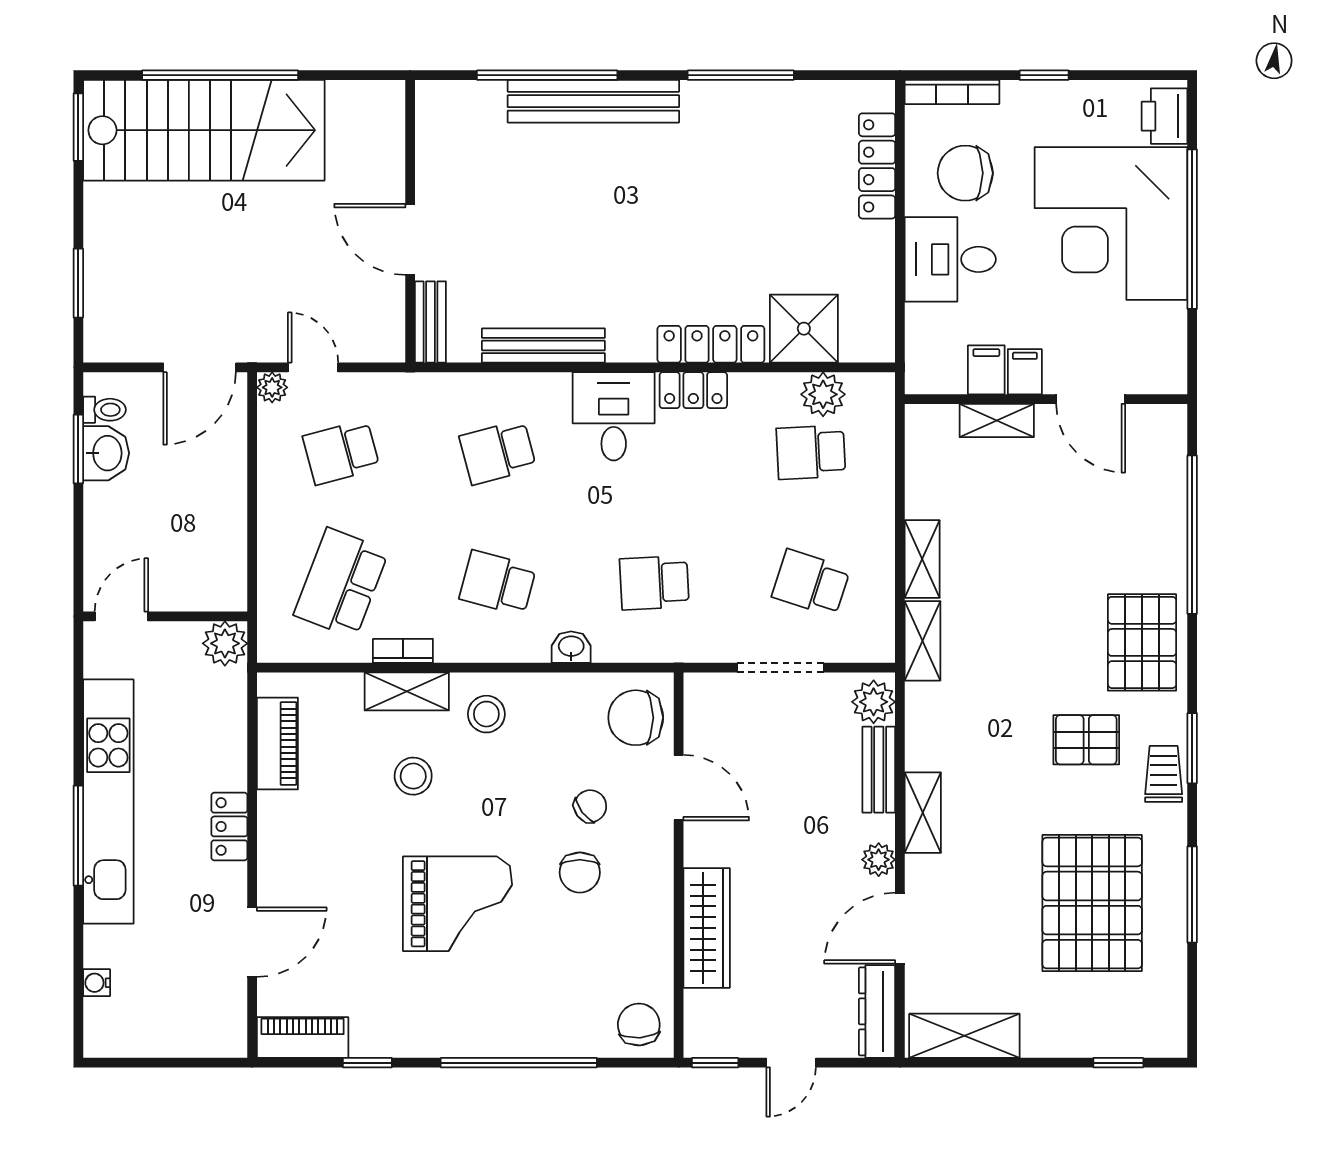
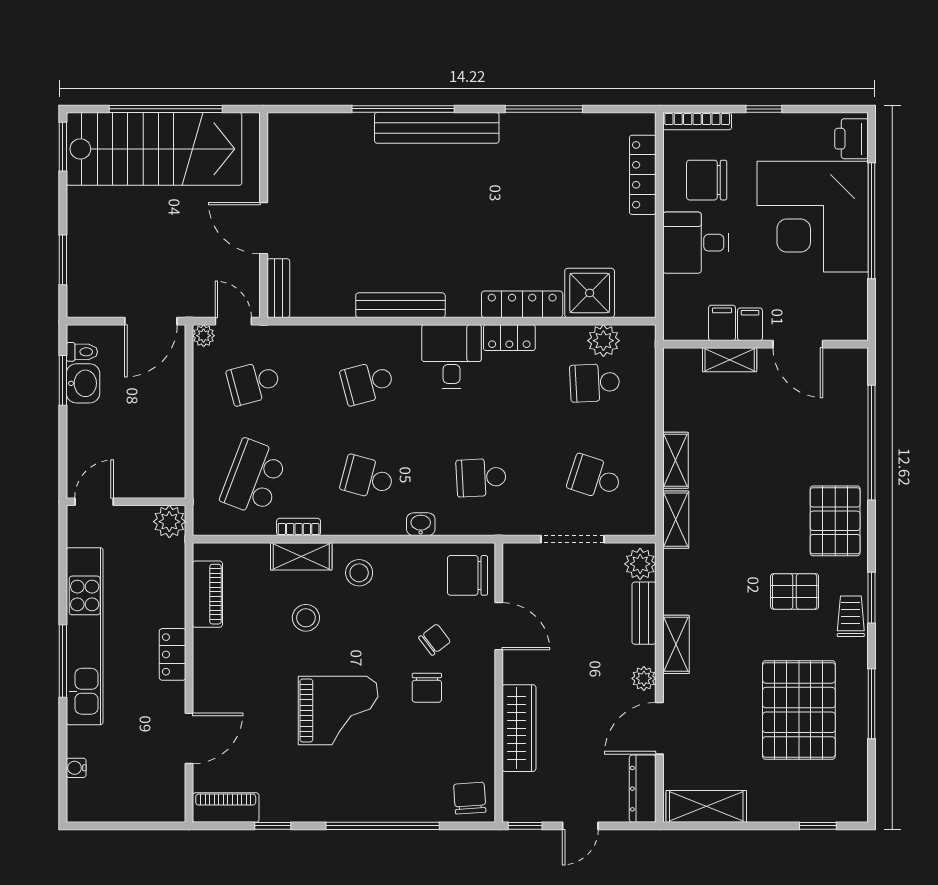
wall: (410, 221) -> (264, 215), moved
door: (410, 239) -> (264, 228), moved
bench: (430, 322) -> (278, 288), moved

